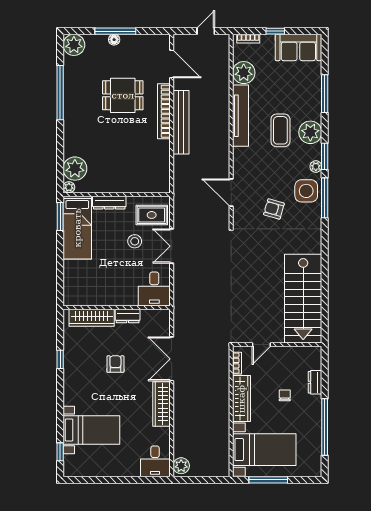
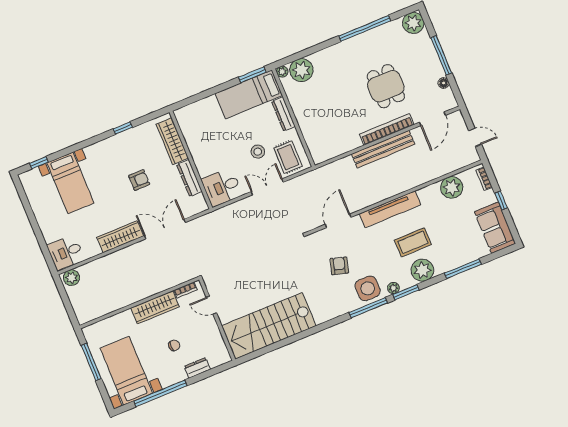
floor lamp: (114, 40) -> (444, 83), moved
tv unit: (240, 116) -> (390, 209), moved
dresser: (128, 316) -> (189, 178), width x1.44
bed with nightstands: (264, 450) -> (126, 371), moved, turned 180

